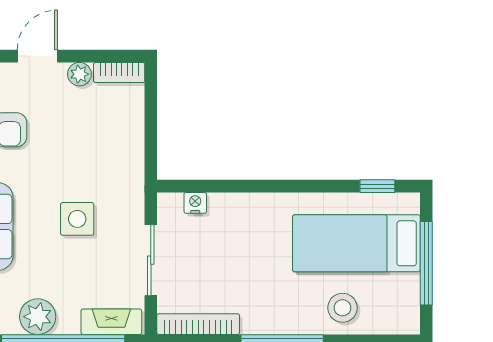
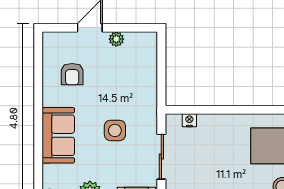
bookcase: (119, 72) -> (141, 38), removed

